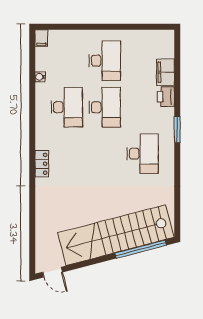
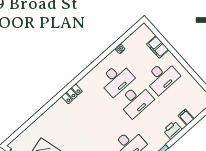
filing cabinet: (41, 38) -> (158, 47), moved, width x2.00
filing cabinet: (165, 72) -> (186, 117), width x0.50

